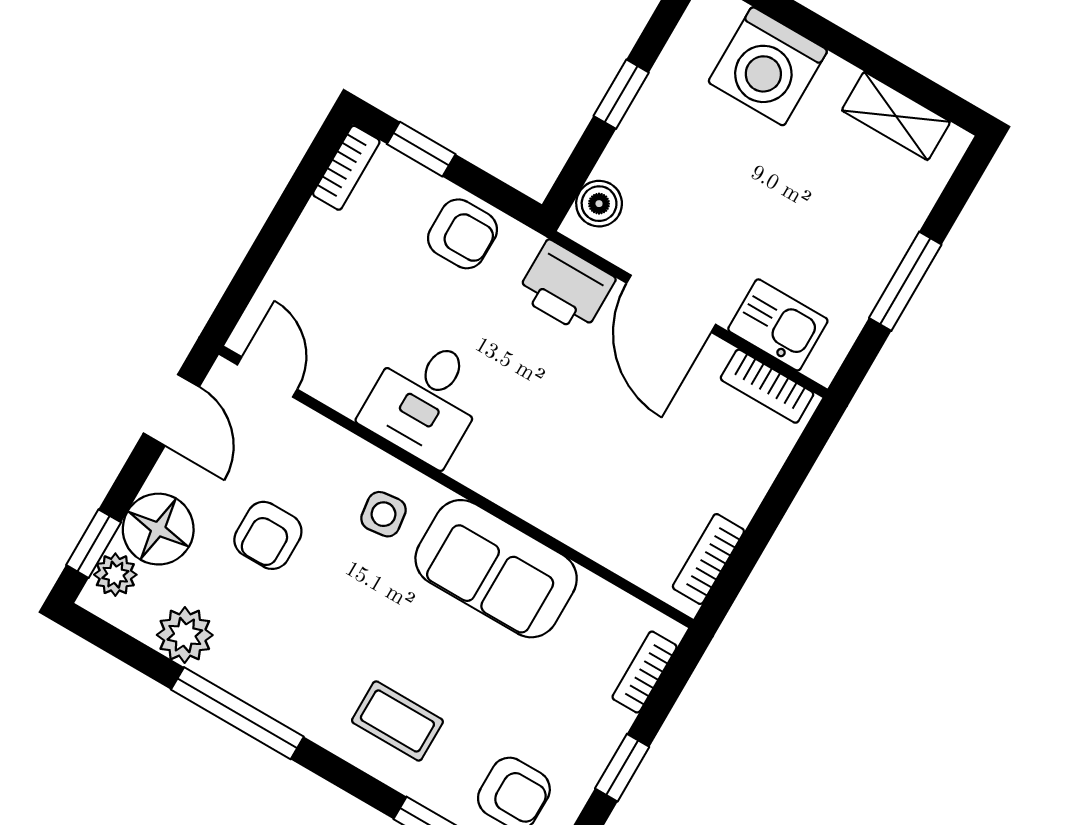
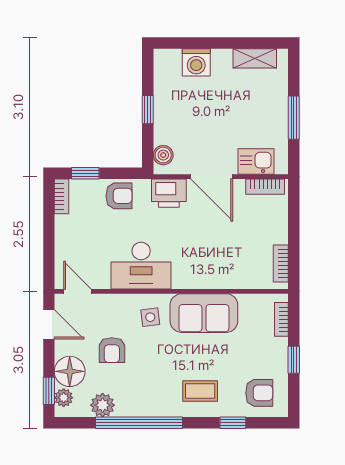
washing machine: (768, 66) -> (196, 62), width x0.73, depth x0.73
desk: (425, 400) -> (141, 266), width x1.37
window: (237, 713) -> (139, 423), width x1.46

